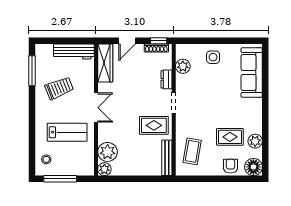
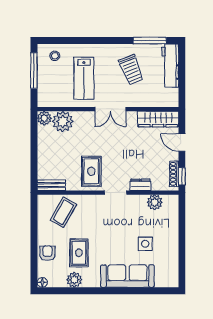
workbench: (74, 52) -> (170, 66), moved
side table: (213, 57) -> (145, 244), moved
sofa: (252, 72) -> (127, 276), moved
coffee table: (192, 151) -> (63, 212), turned -70
bench: (167, 158) -> (51, 185), width x0.73
armchair: (230, 166) -> (48, 253), turned -90
floor lamp: (253, 167) -> (42, 282), width x0.53, depth x0.53

